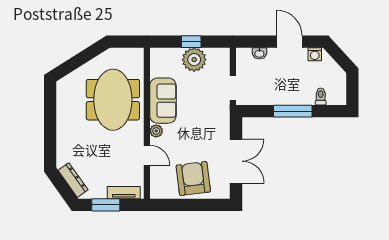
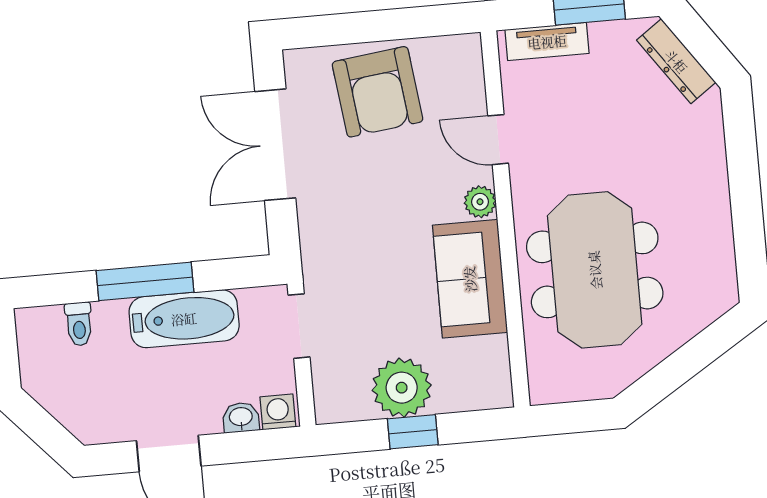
washing machine: (315, 54) -> (278, 412), moved
bathtub: (279, 95) -> (184, 319), added

